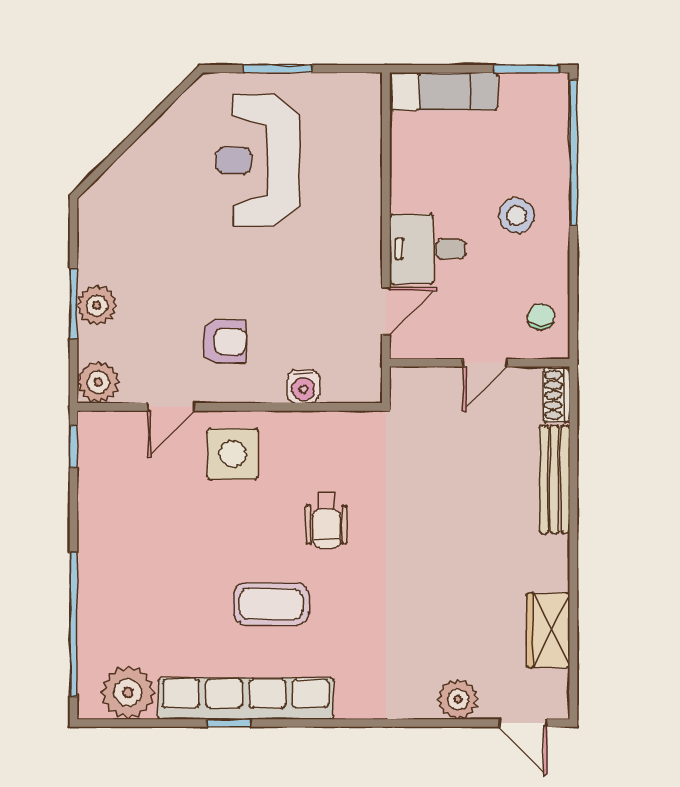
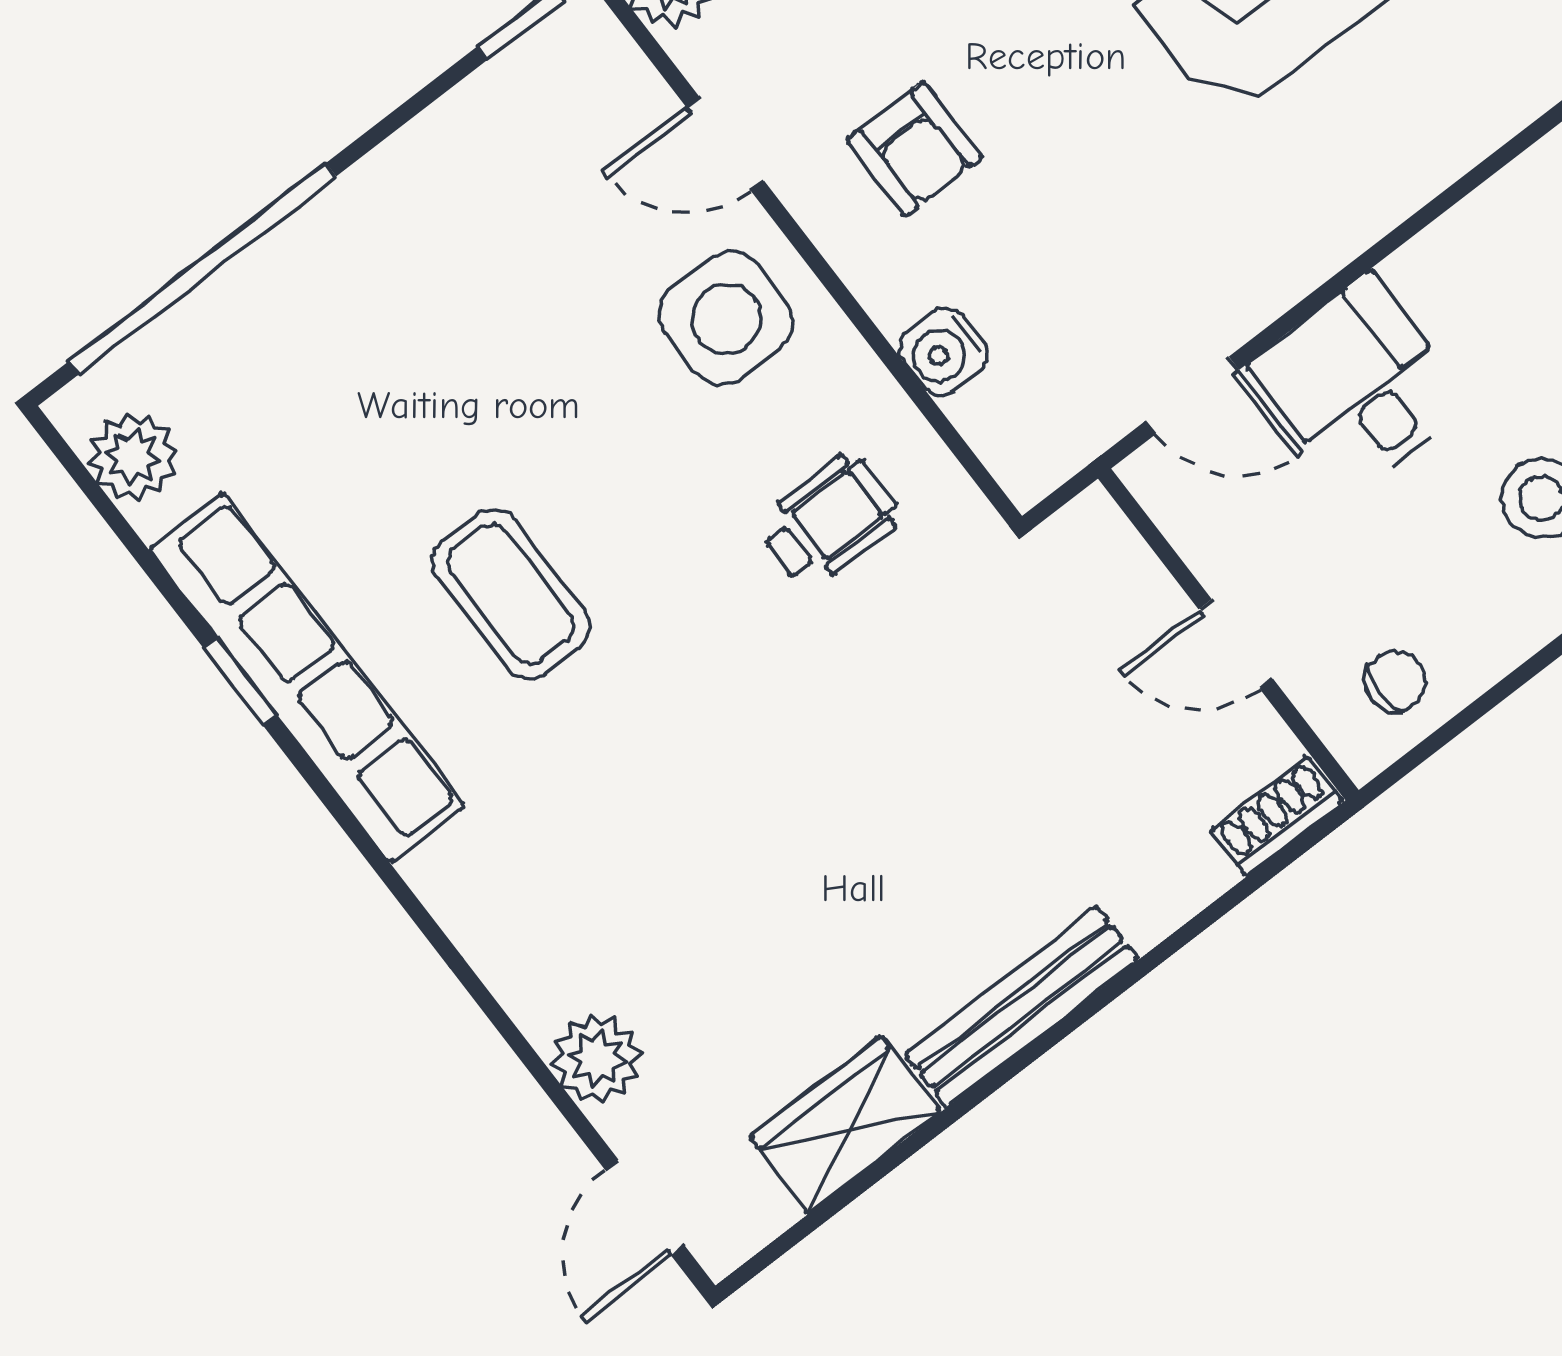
bench: (555, 479) -> (1022, 1007), moved
wheelchair: (327, 520) -> (829, 521), moved, turned 180
plant: (128, 693) -> (133, 457), width x0.73, depth x0.73

